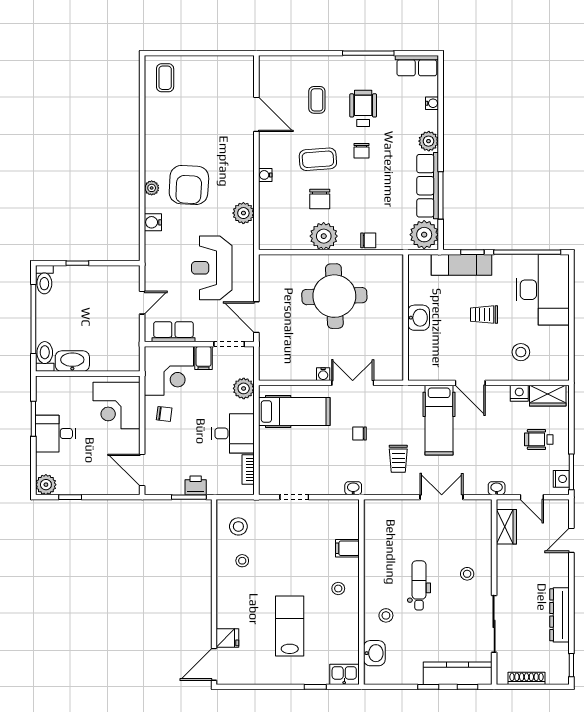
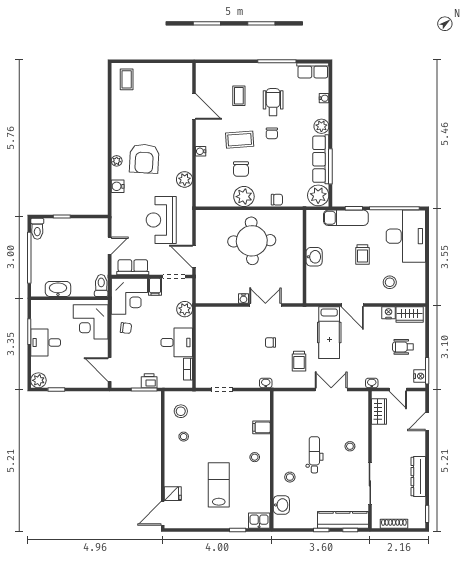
trolley: (484, 315) -> (362, 255), turned -90
toilet: (45, 356) -> (101, 286), moved
hospital bed: (294, 411) -> (222, 326), removed

